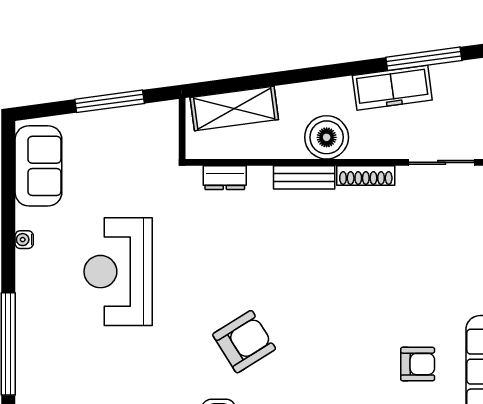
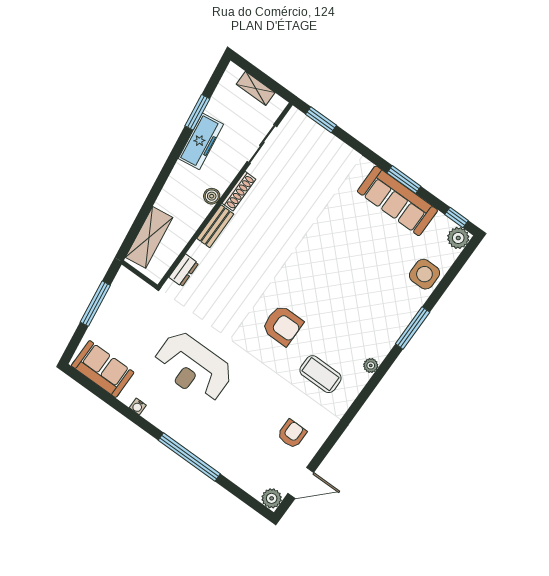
window: (424, 59) -> (197, 112), width x0.69
boiler: (327, 137) -> (212, 196), width x0.54, depth x0.54
armchair: (244, 342) -> (282, 325), turned 122
armchair: (418, 364) -> (364, 238), removed

